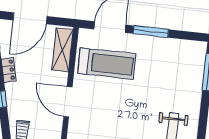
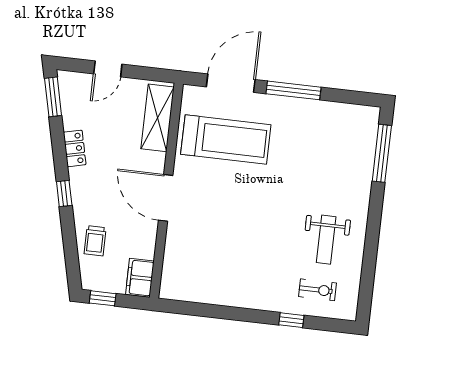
door: (30, 18) -> (108, 69), width x0.53

